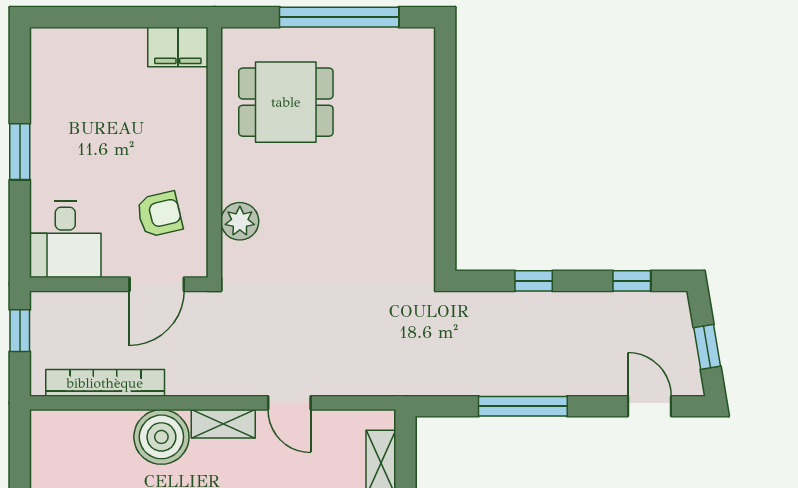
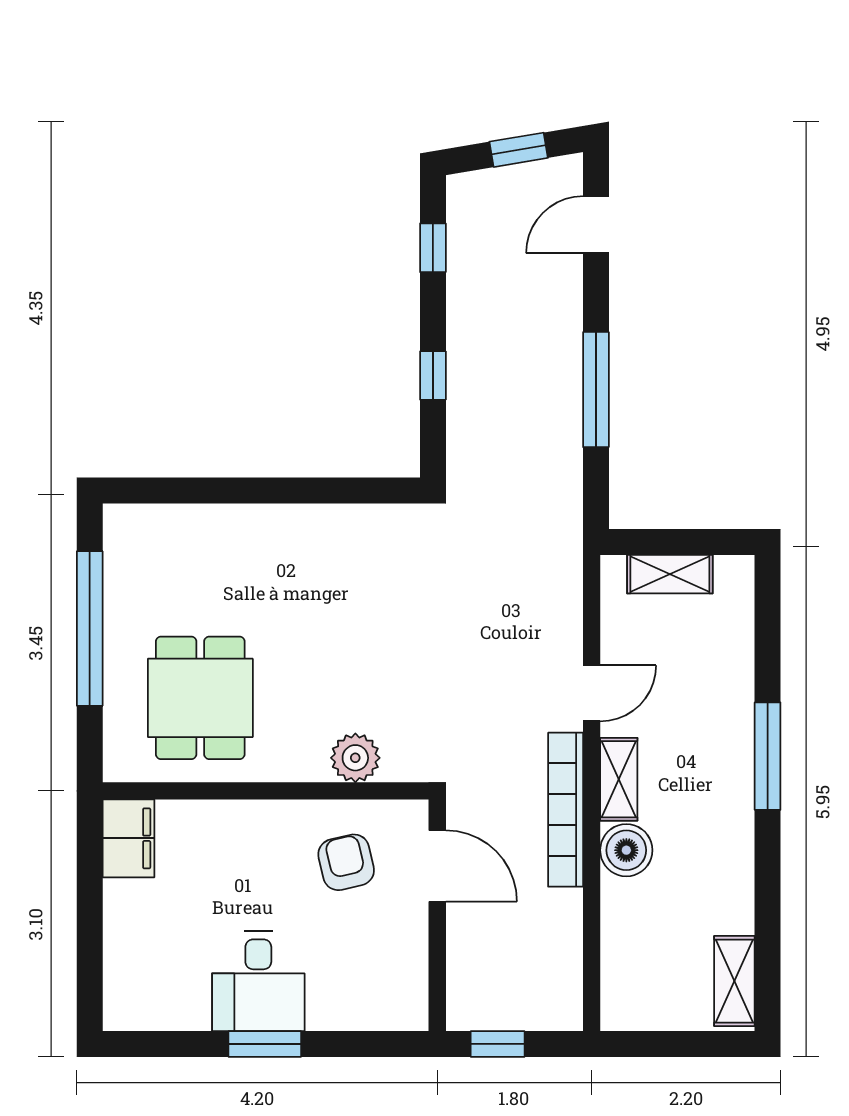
desk: (65, 239) -> (258, 981), moved, turned 90
bookcase: (105, 383) -> (566, 810), moved
boiler: (161, 437) -> (626, 850), width x0.73, depth x0.73

